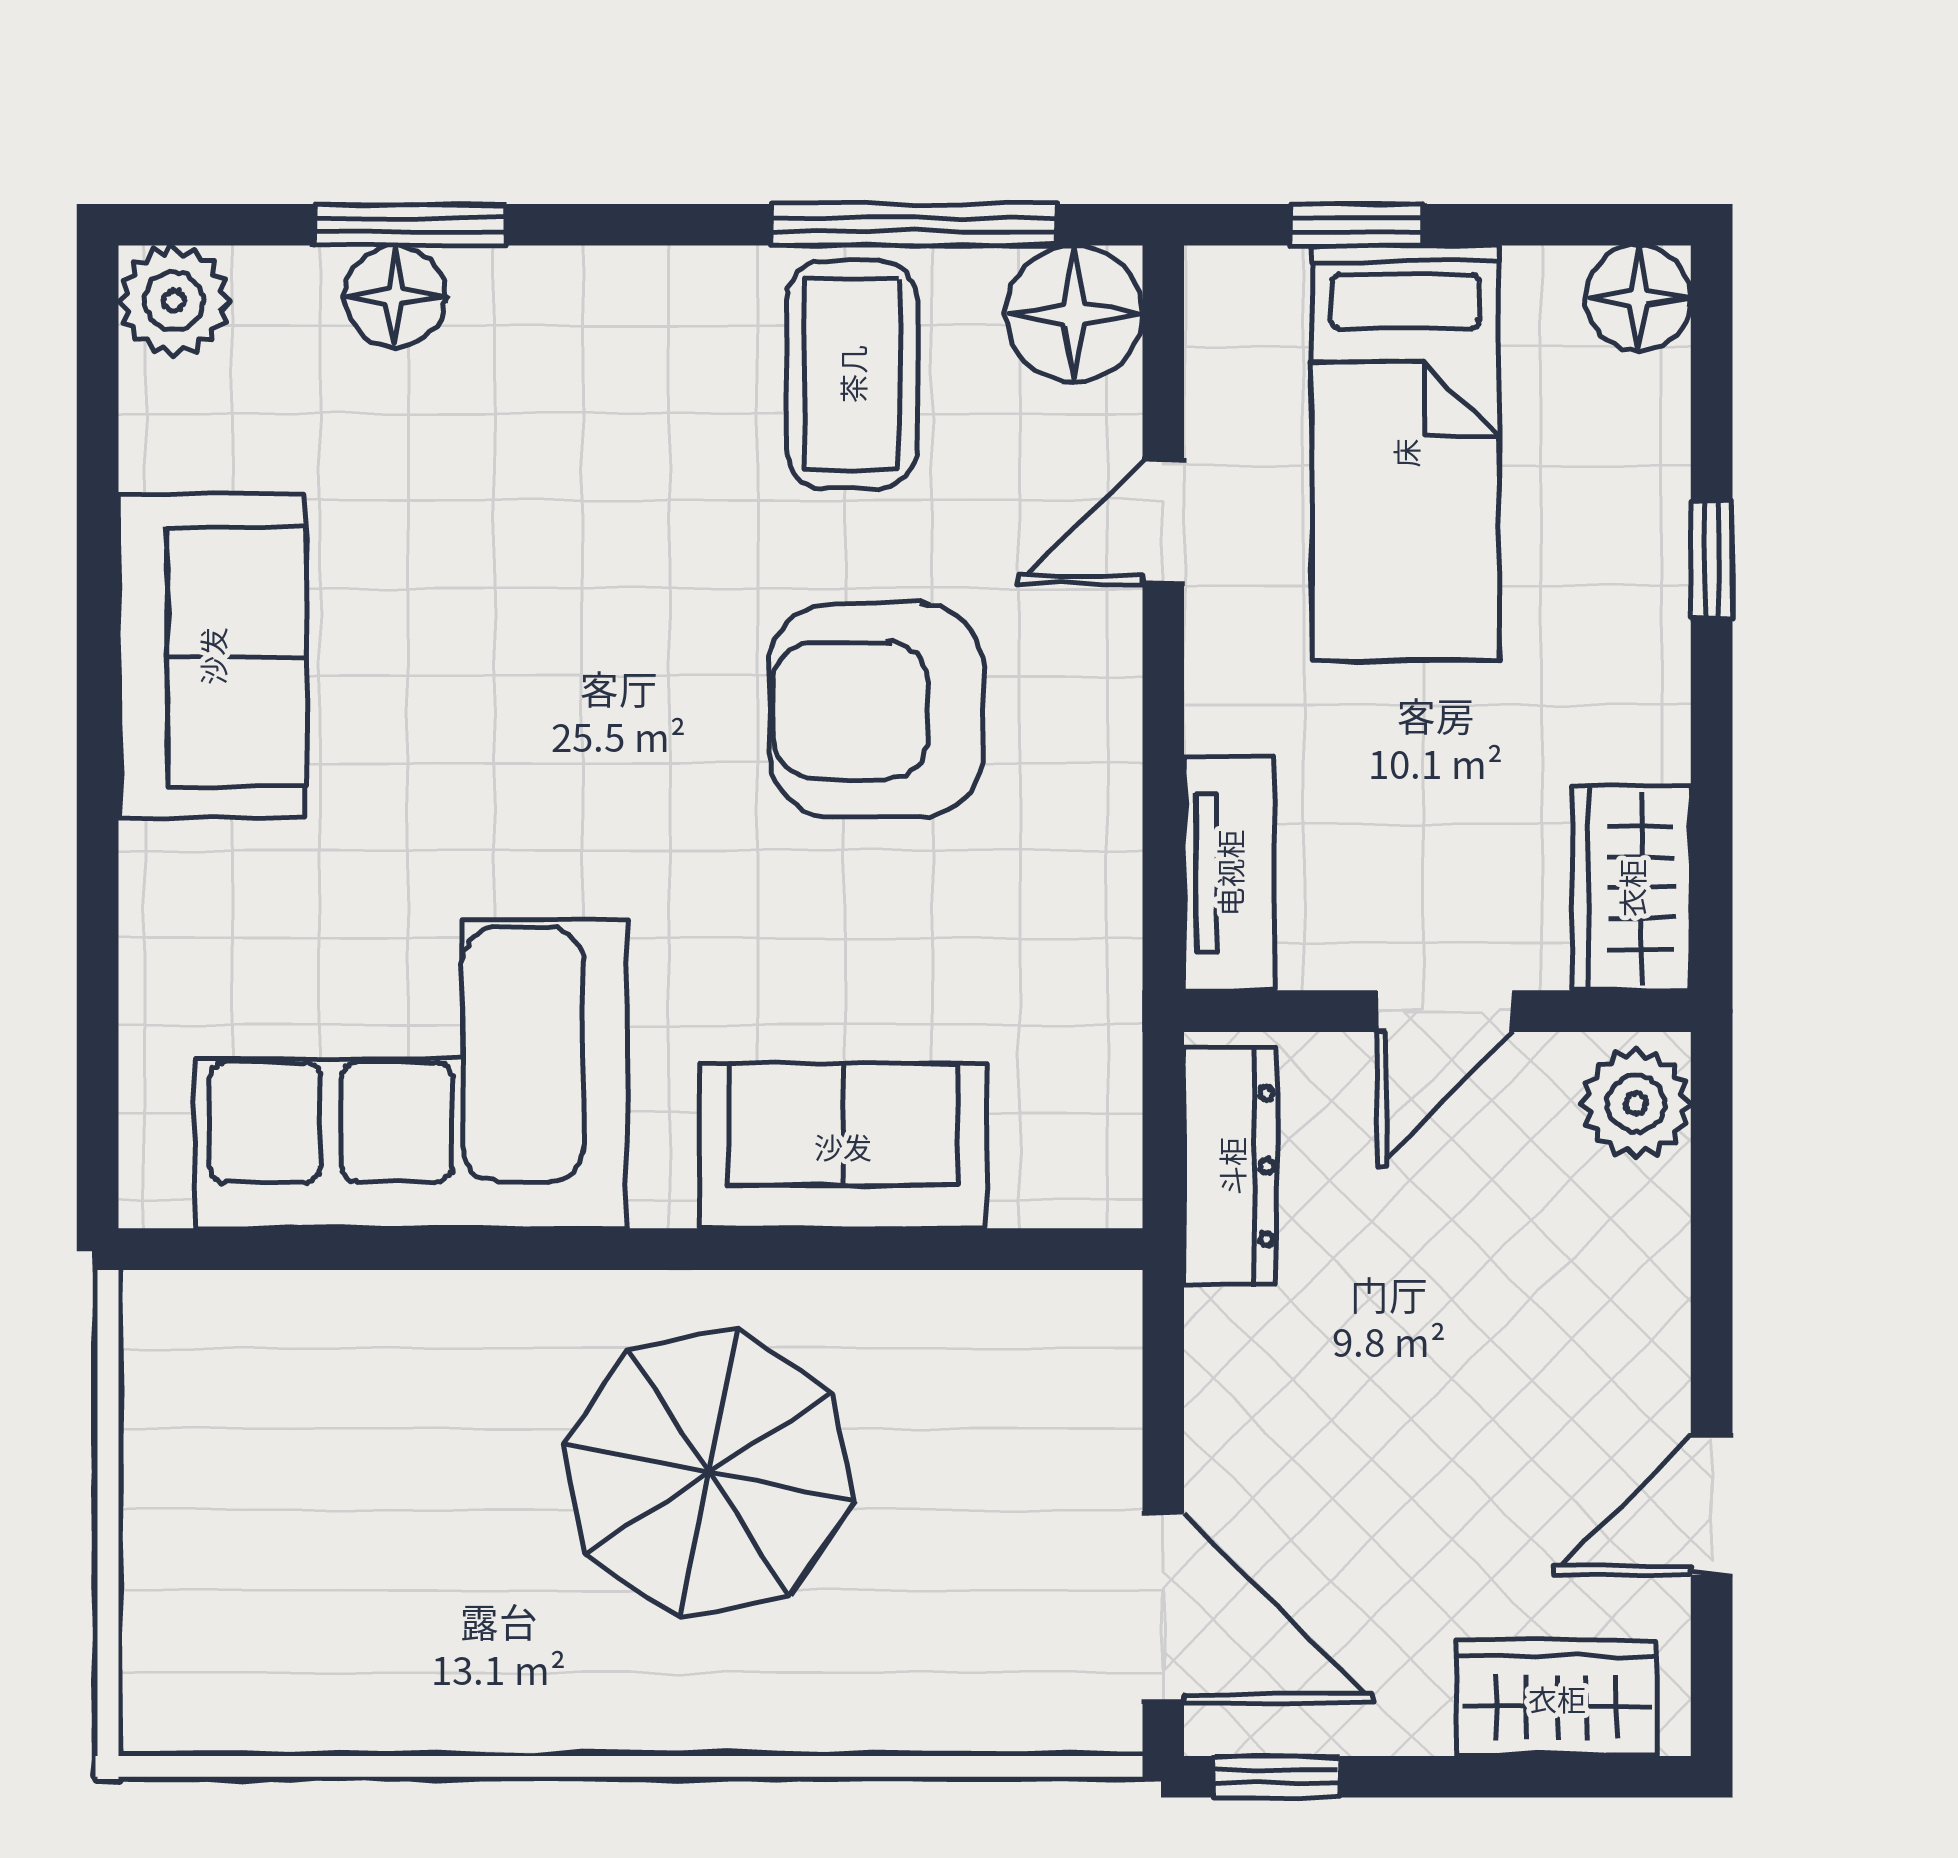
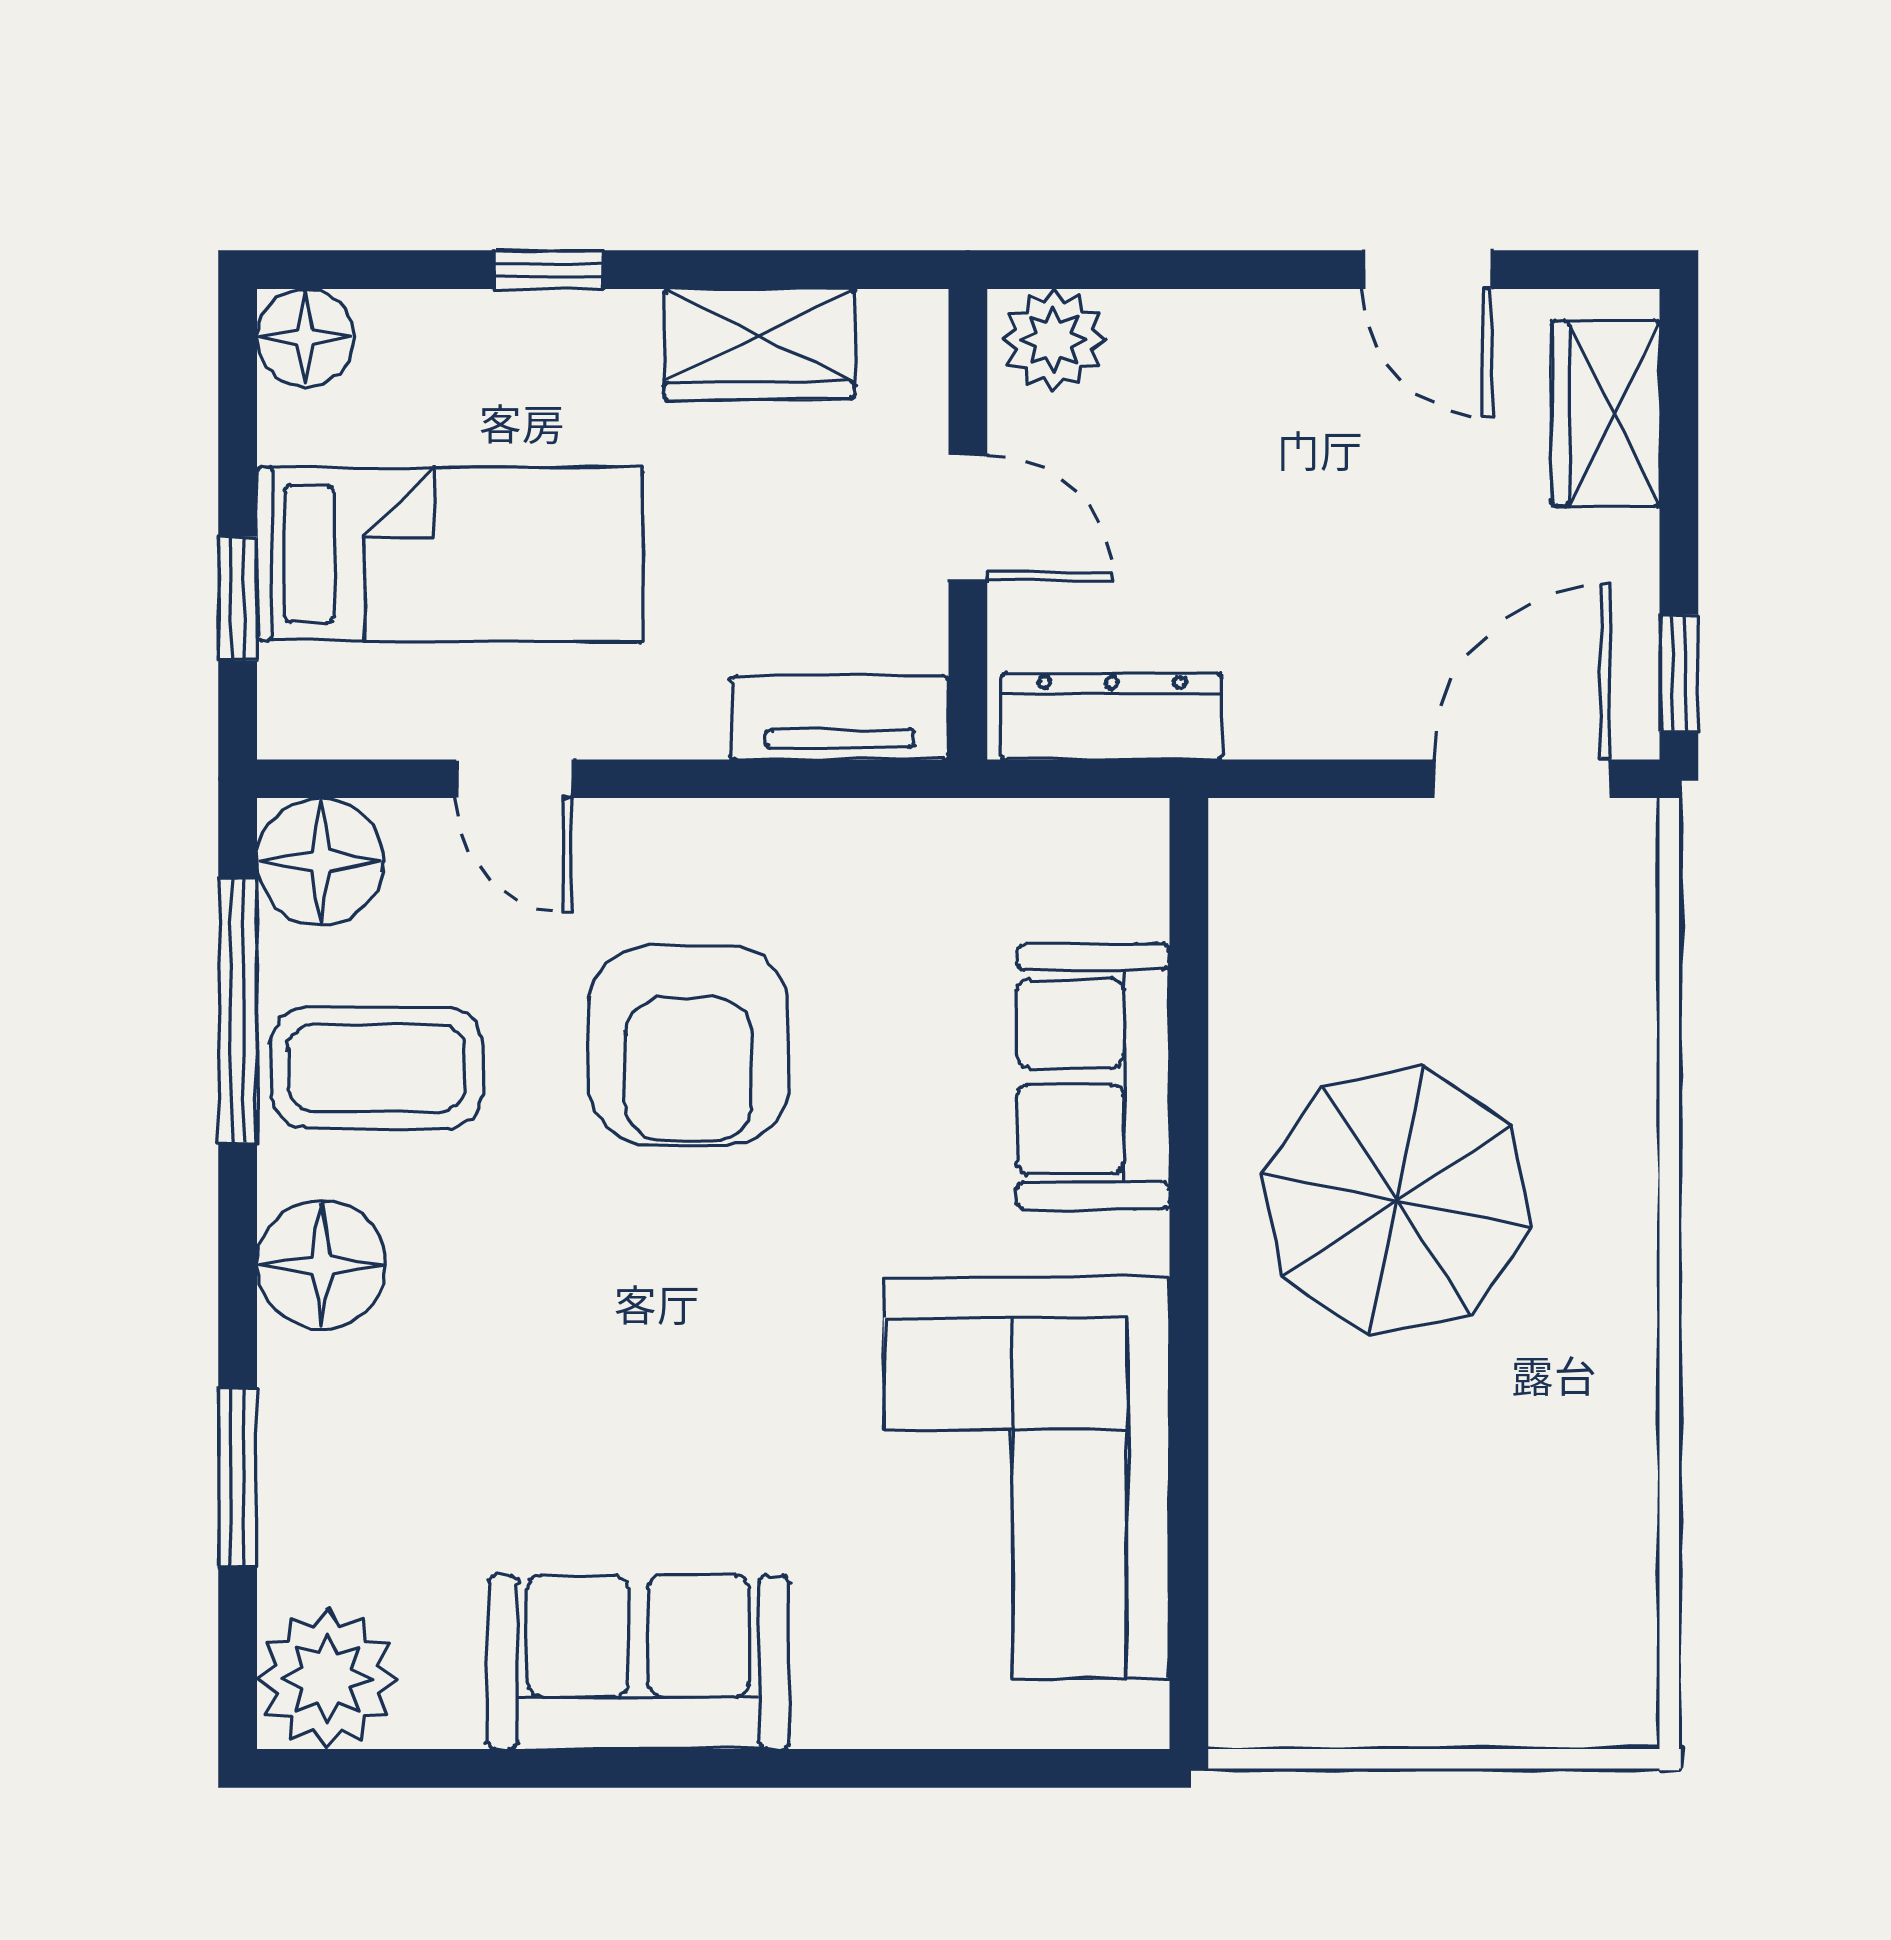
floor lamp: (395, 296) -> (321, 1265), moved, width x1.38, depth x1.38
plant: (174, 301) -> (327, 1679), width x1.36, depth x1.36
wardrobe: (1631, 888) -> (759, 344), moved

